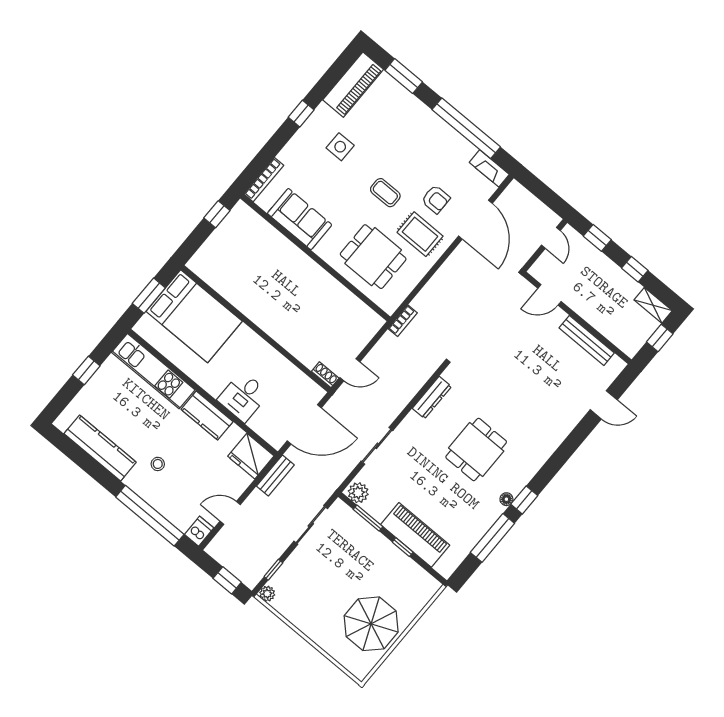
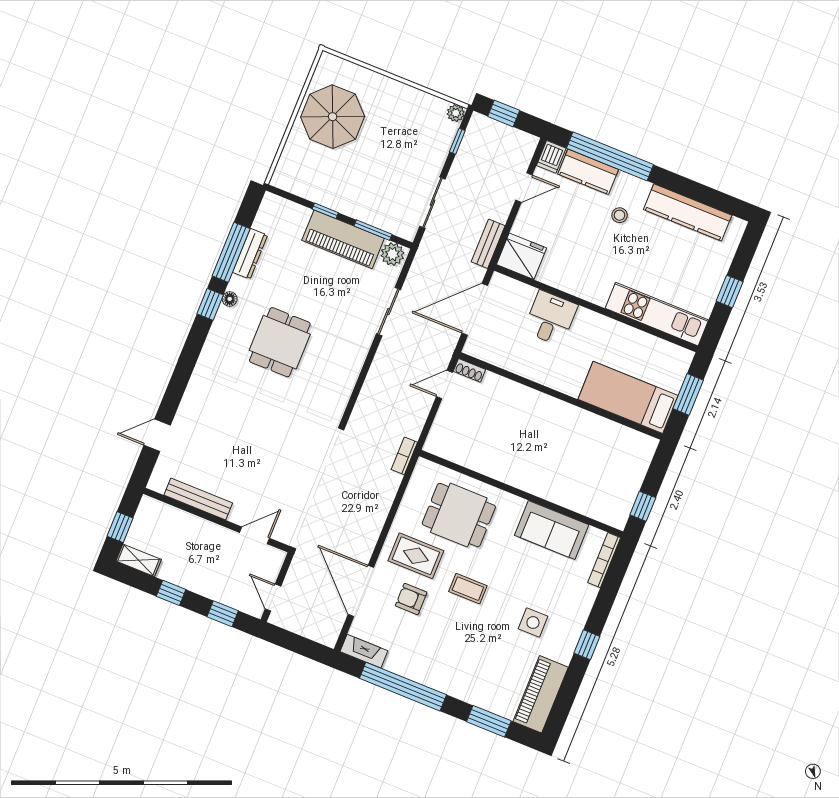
bed: (194, 316) -> (628, 397), width x0.67
dresser: (432, 397) -> (250, 254), moved, turned 180
kitchen counter: (207, 416) -> (588, 172), moved, turned 180
piano: (415, 535) -> (343, 239), moved

